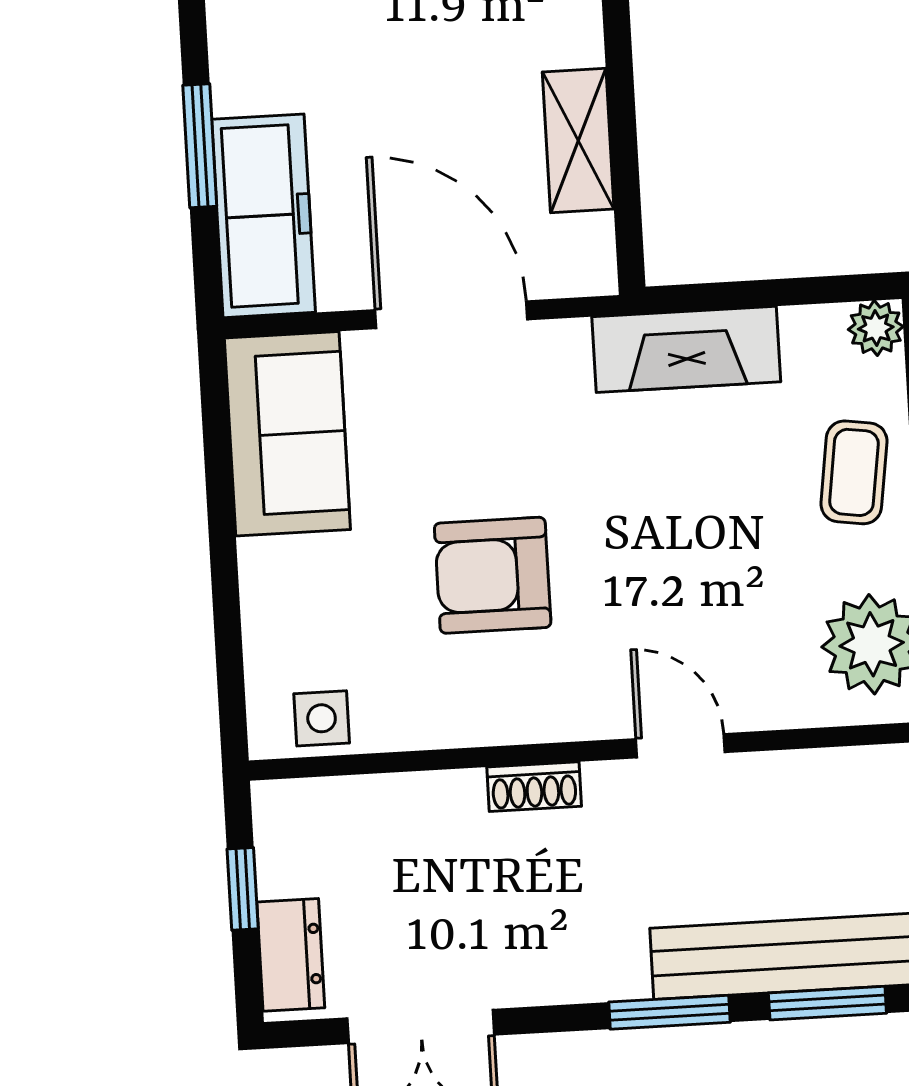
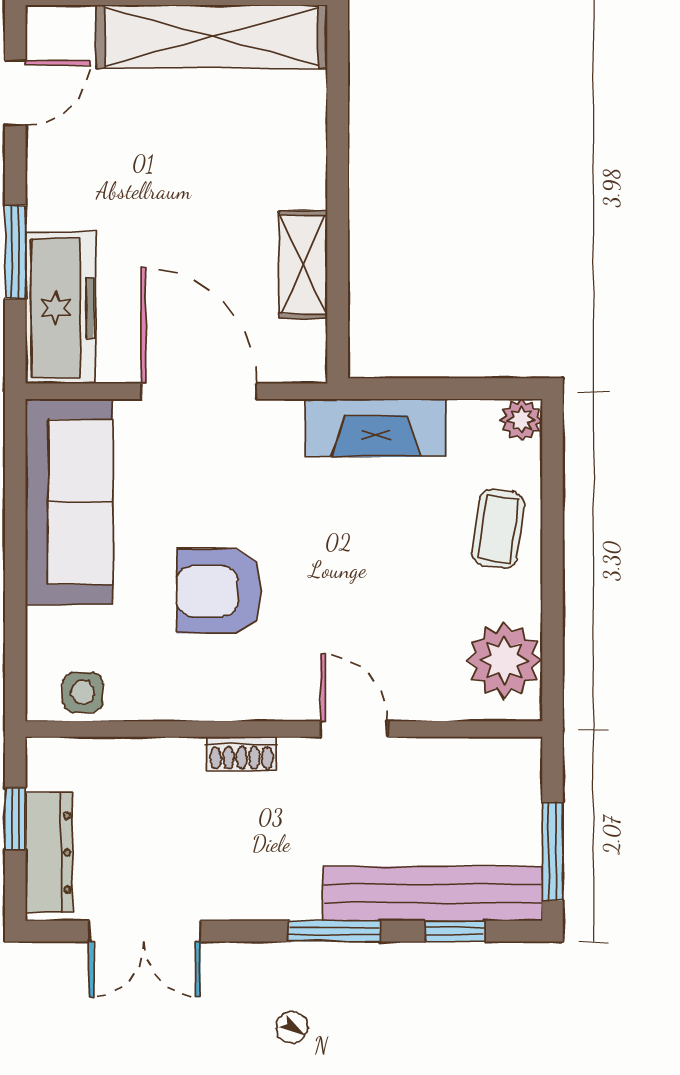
sofa: (287, 434) -> (69, 502), width x1.36
dresser: (291, 955) -> (49, 853), width x1.44
window: (827, 1003) -> (455, 931), width x0.67

